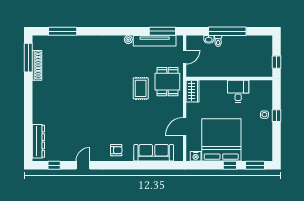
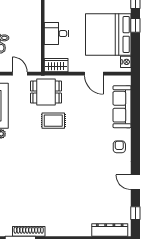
desk: (238, 91) -> (56, 34), moved

